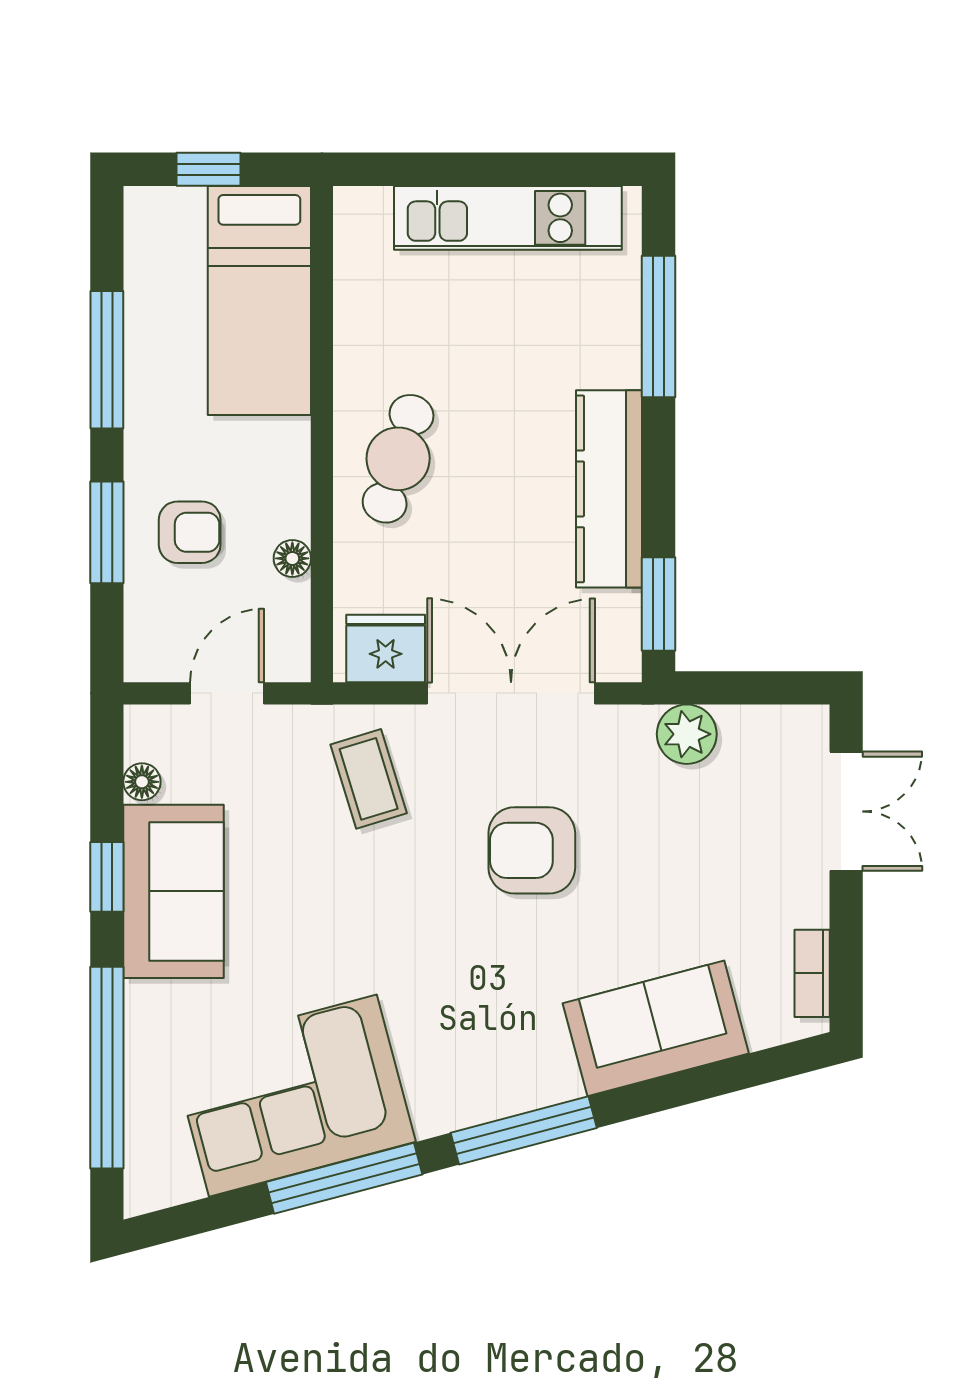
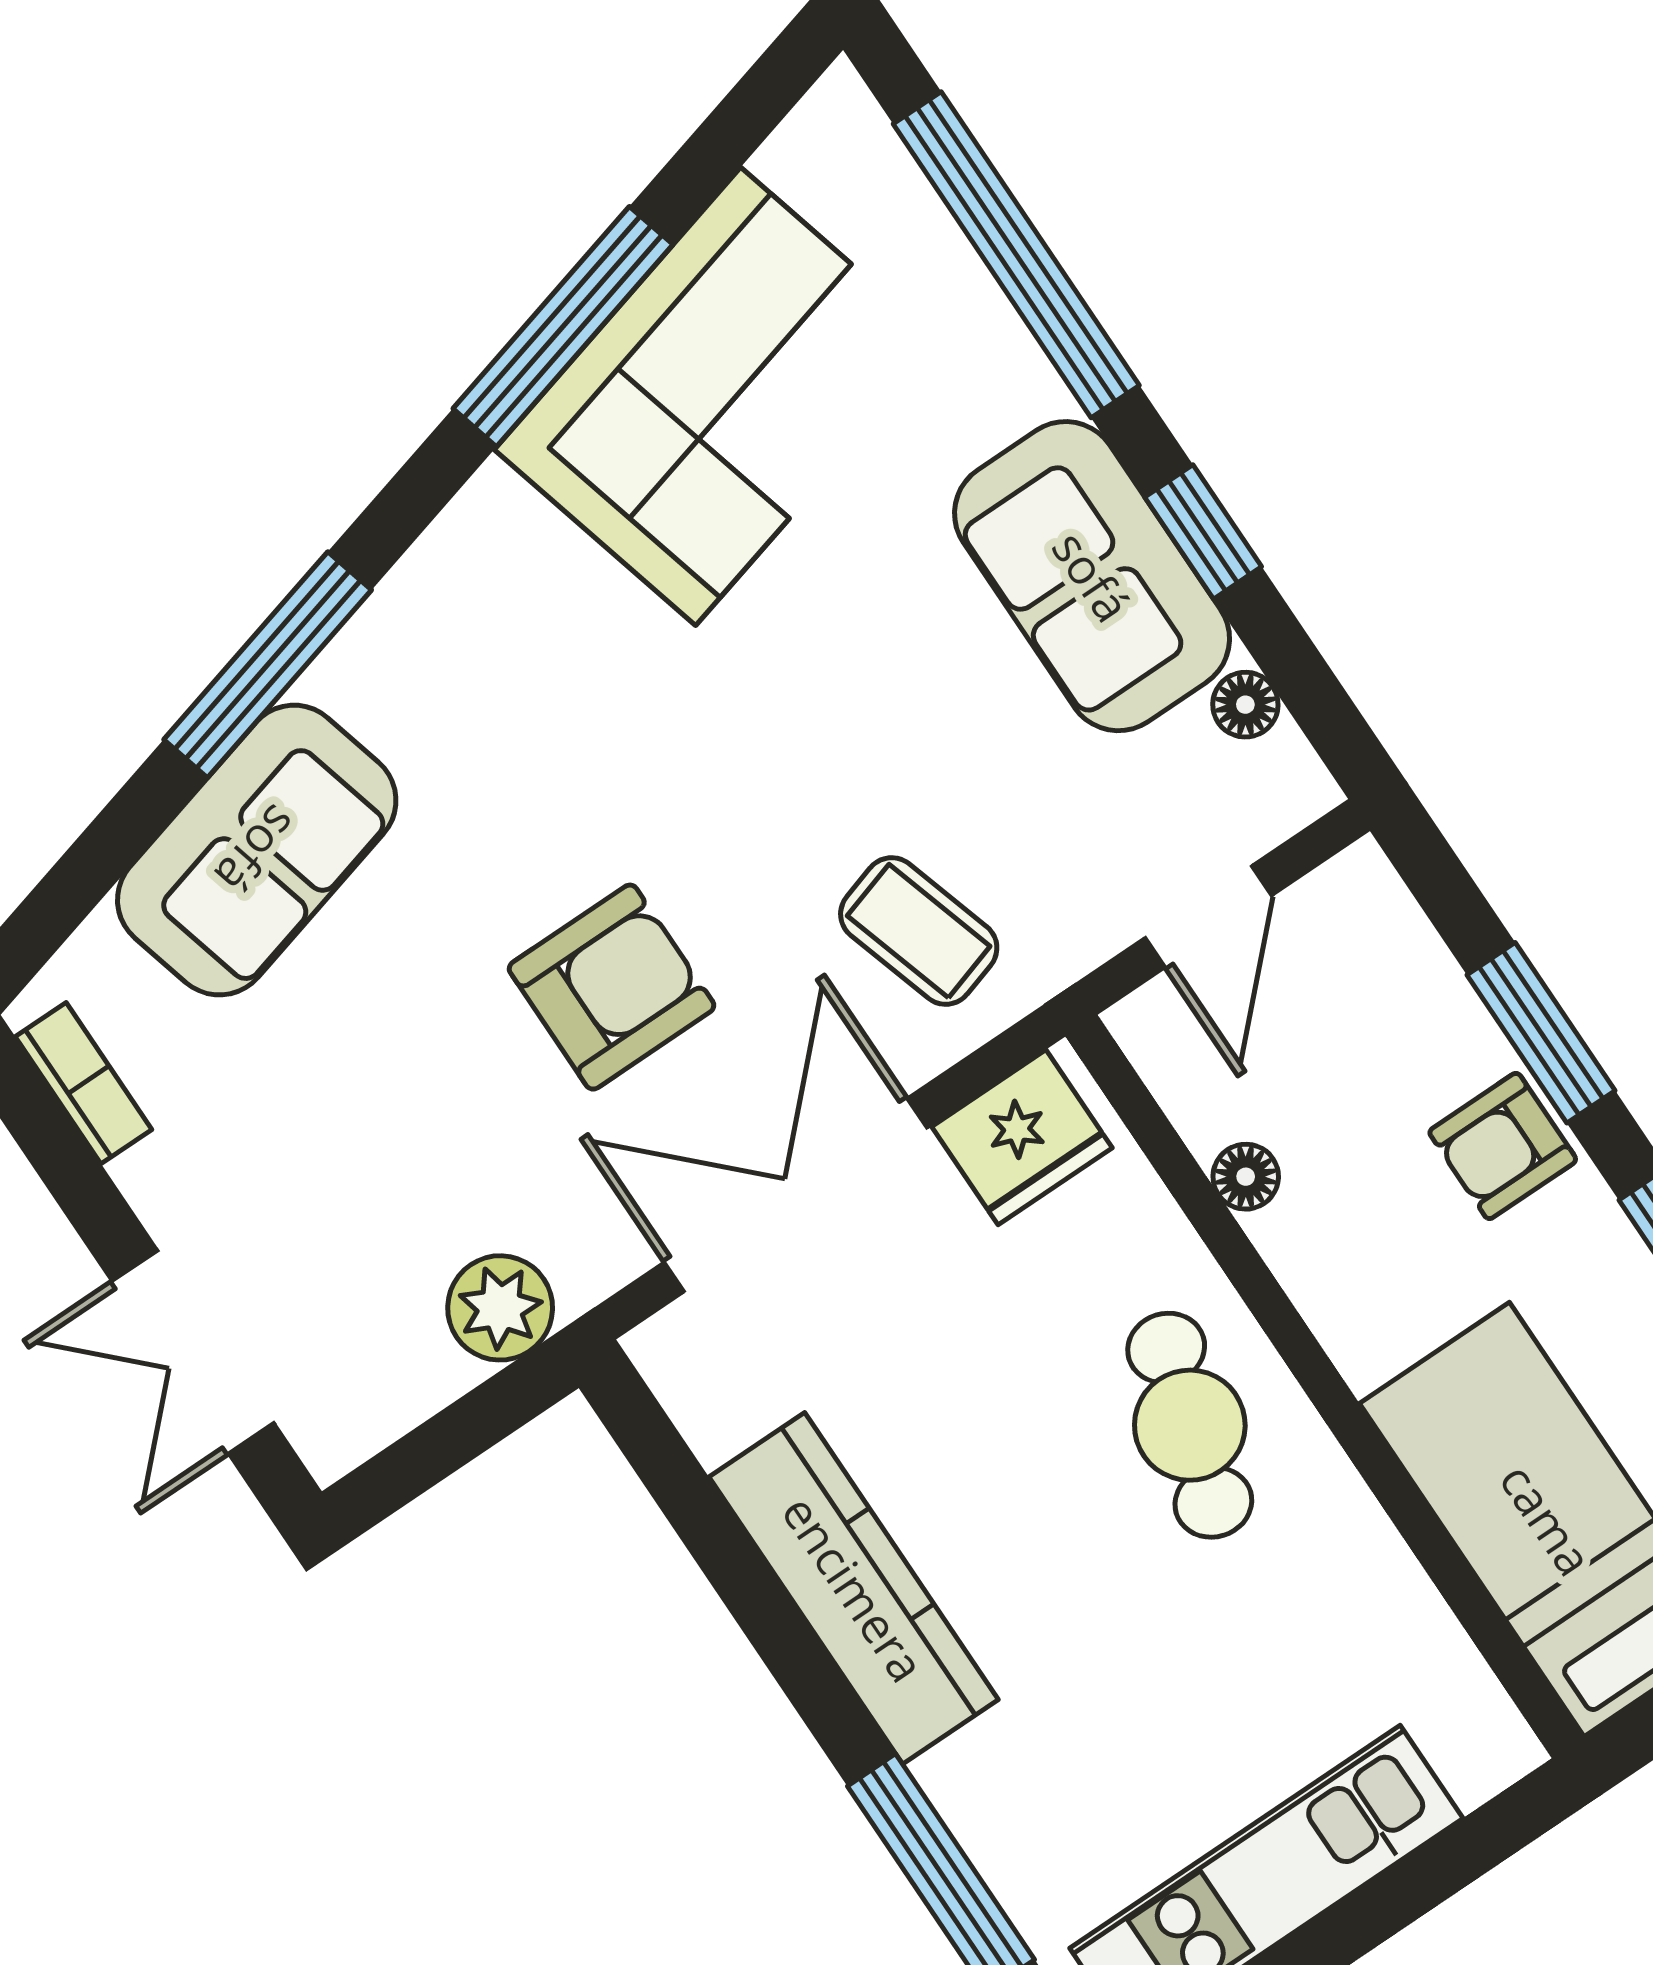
armchair: (190, 532) -> (1503, 1146), moved
window: (658, 604) -> (669, 1469), removed
double door: (511, 693) -> (796, 1195), swing flipped
window: (524, 1130) -> (268, 665), moved

